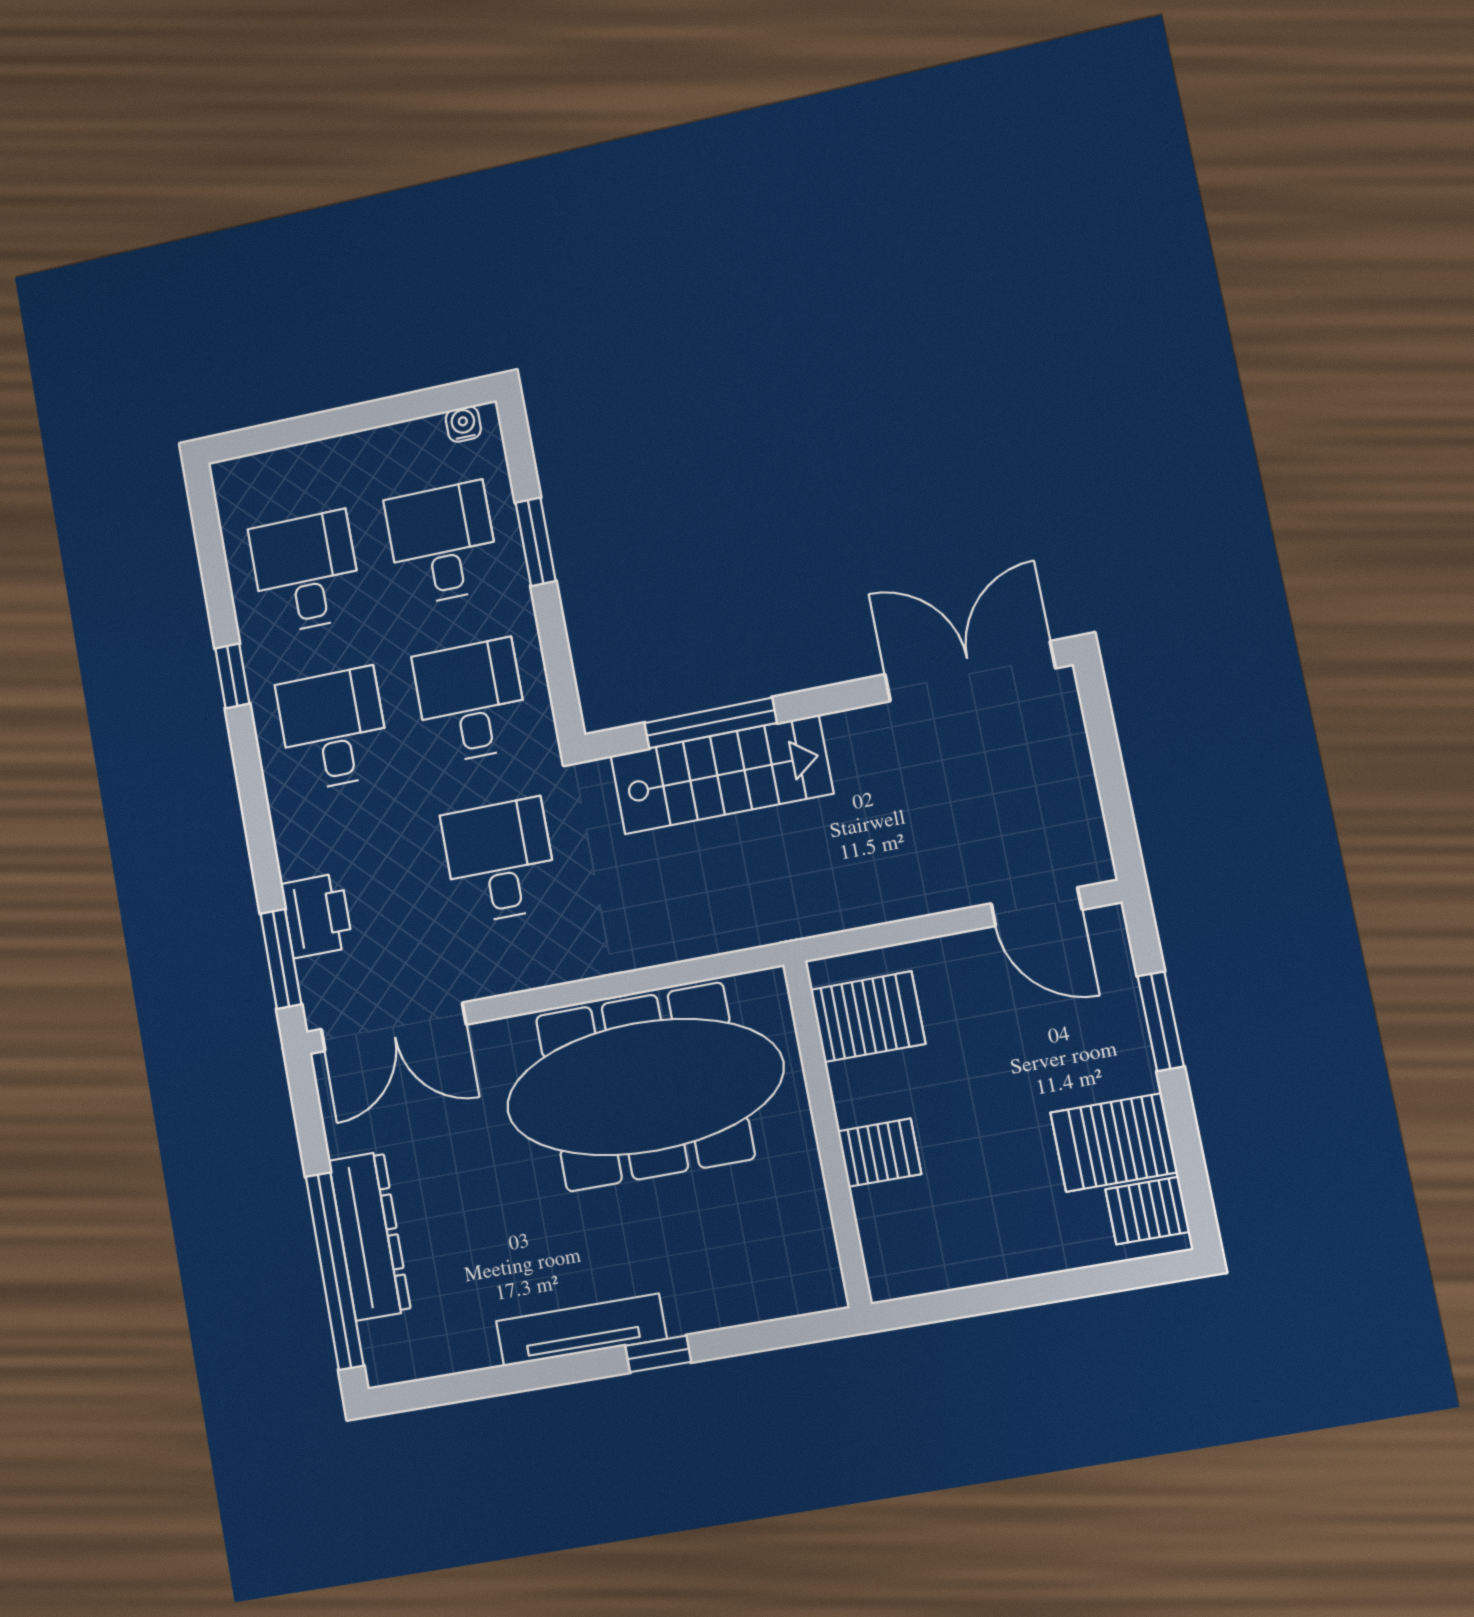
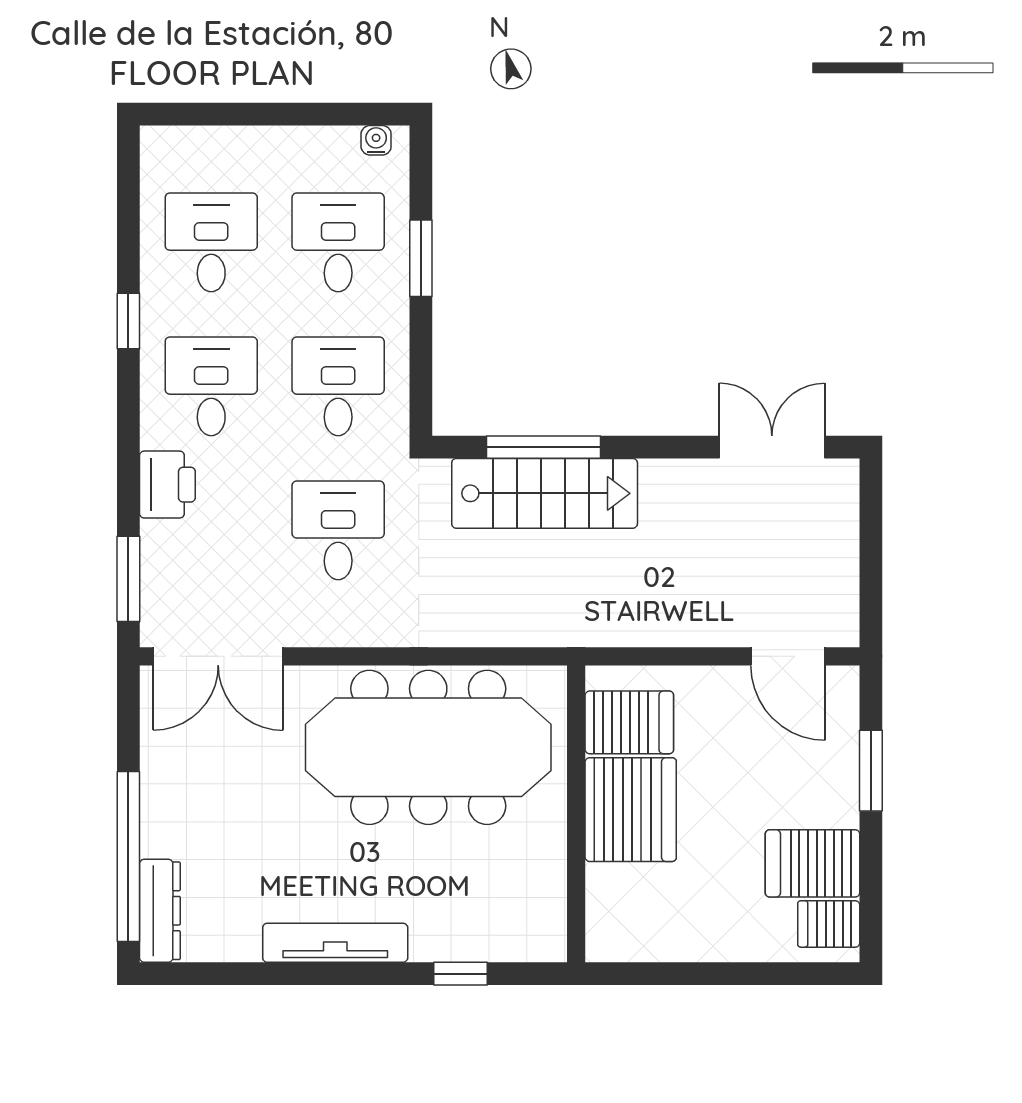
double door: (970, 671) -> (772, 447), width x0.73
printer: (317, 915) -> (167, 485), moved
server rack: (879, 1153) -> (631, 810), width x2.18, depth x1.44
dresser: (370, 1236) -> (160, 911), moved, width x0.73, depth x0.80
window: (658, 1354) -> (461, 974), moved

